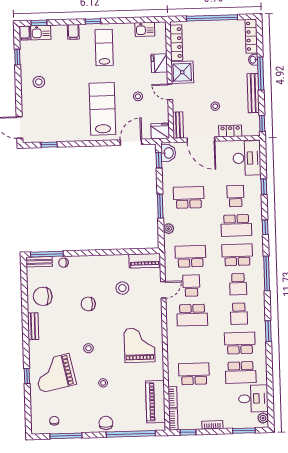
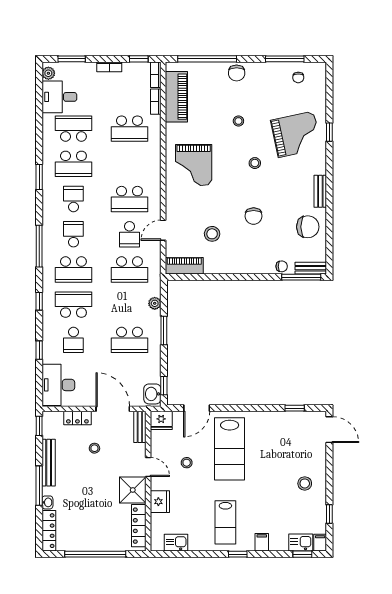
chair: (88, 304) -> (254, 216), turned 90
school desk: (192, 315) -> (129, 199), turned 180

